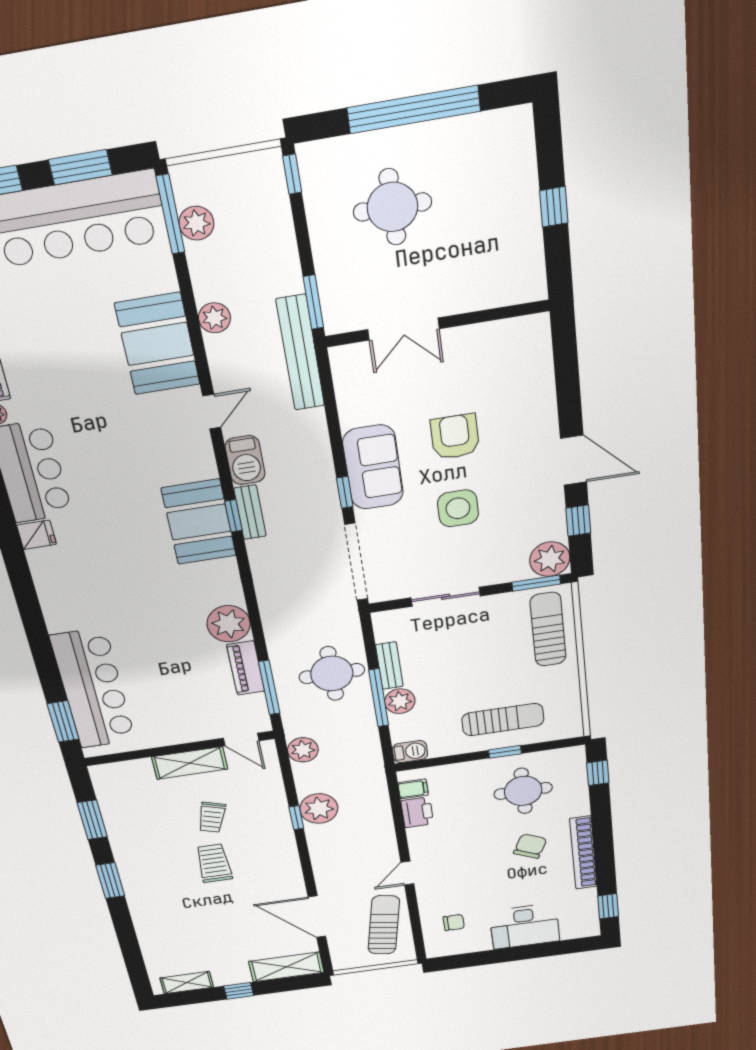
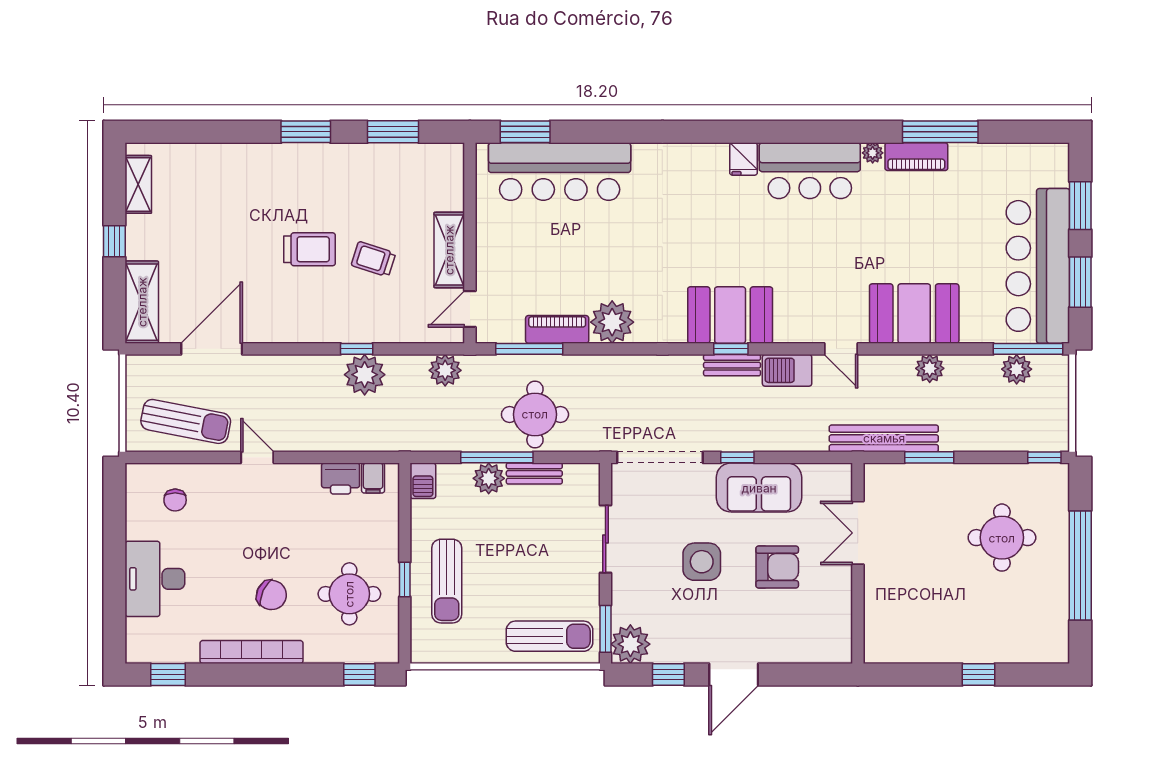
wall: (437, 324) -> (858, 563), moved
double door: (403, 329) -> (858, 533), moved

